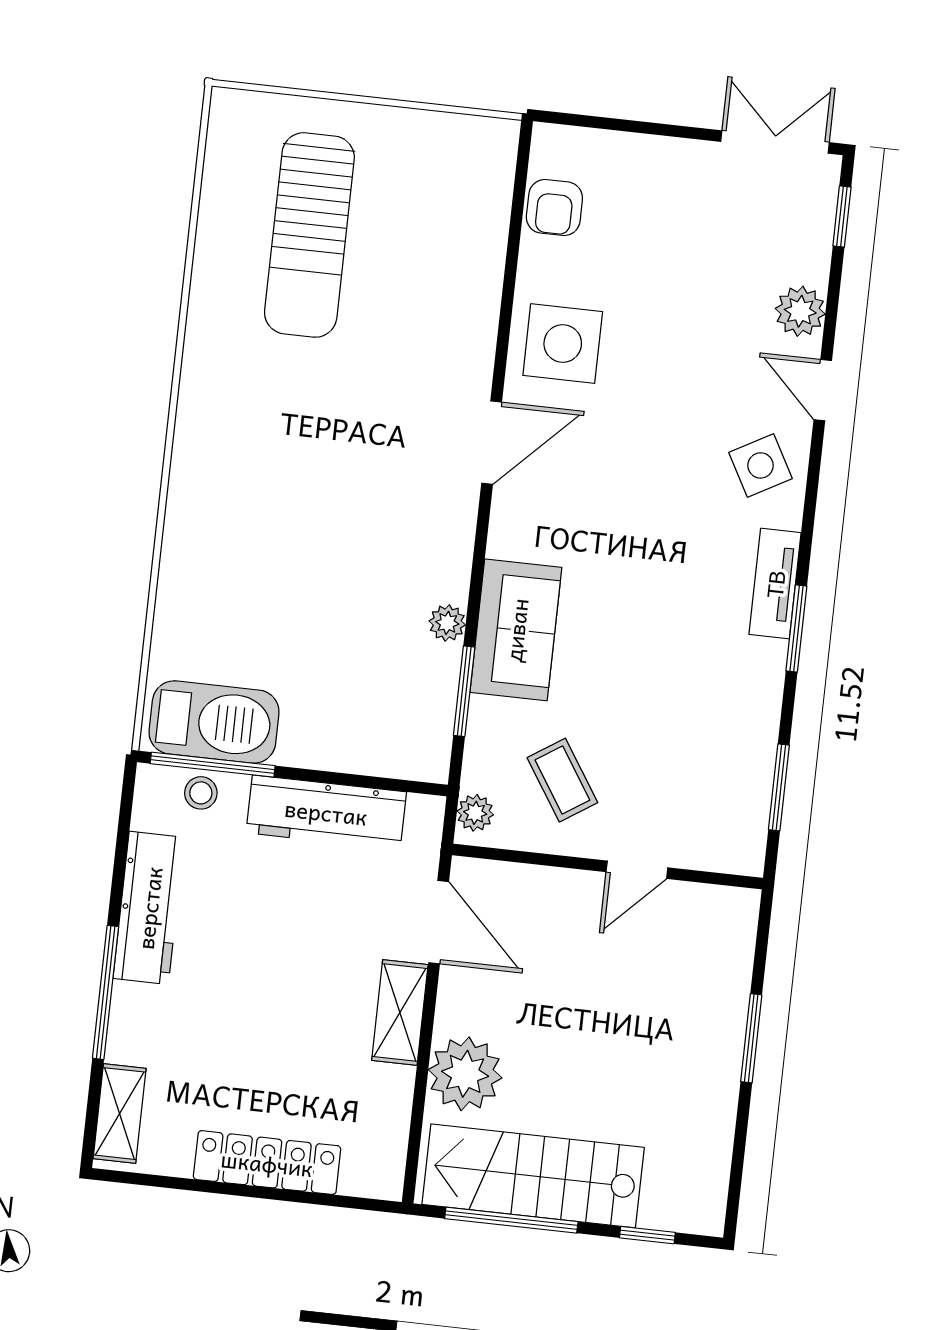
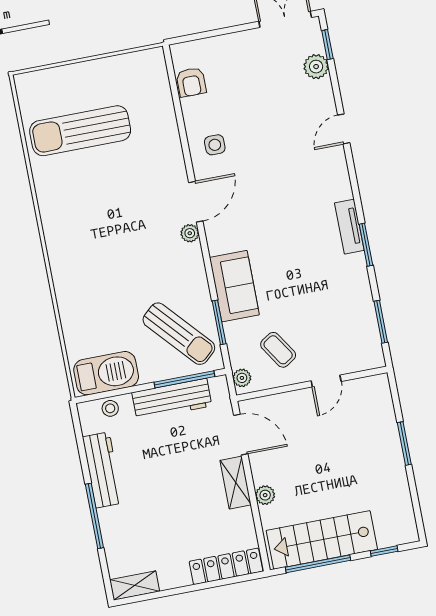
sun lounger: (309, 235) -> (80, 131), turned 90
plant: (800, 311) -> (316, 67), moved
side table: (563, 344) -> (215, 145), width x0.54, depth x0.54
door: (823, 390) -> (344, 129), hinge flipped
side table: (761, 465) -> (325, 173), removed
plant: (447, 623) -> (190, 233), moved
sun lounger: (379, 689) -> (179, 334), added
window: (213, 765) -> (184, 379), moved
plant: (465, 1074) -> (265, 495), width x0.53, depth x0.53
shelving: (120, 1114) -> (135, 585), moved, turned 90
locker: (267, 1163) -> (226, 566), moved

